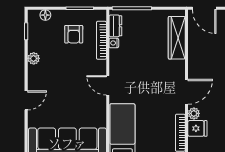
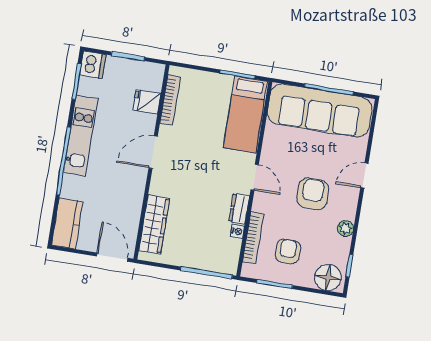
floor lamp: (45, 15) -> (328, 277), width x1.89, depth x1.89
dresser: (115, 26) -> (239, 209), moved
armchair: (62, 80) -> (313, 194), added
plant: (194, 113) -> (148, 122), removed

